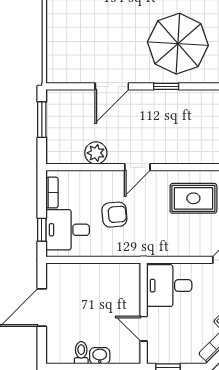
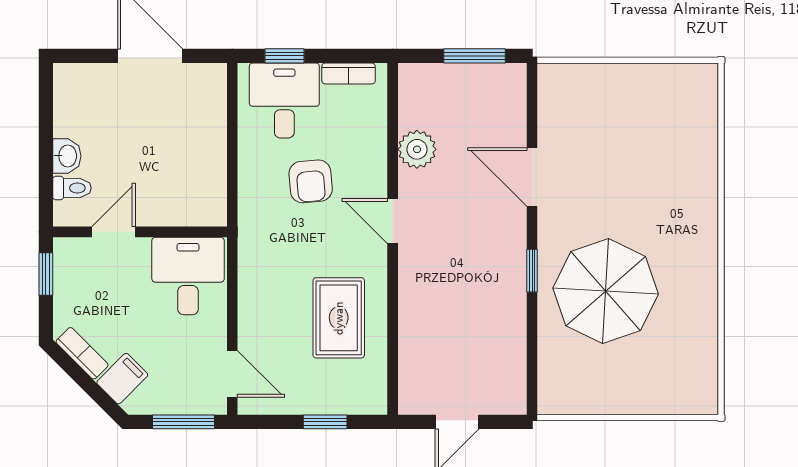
toilet: (81, 353) -> (72, 188), moved

